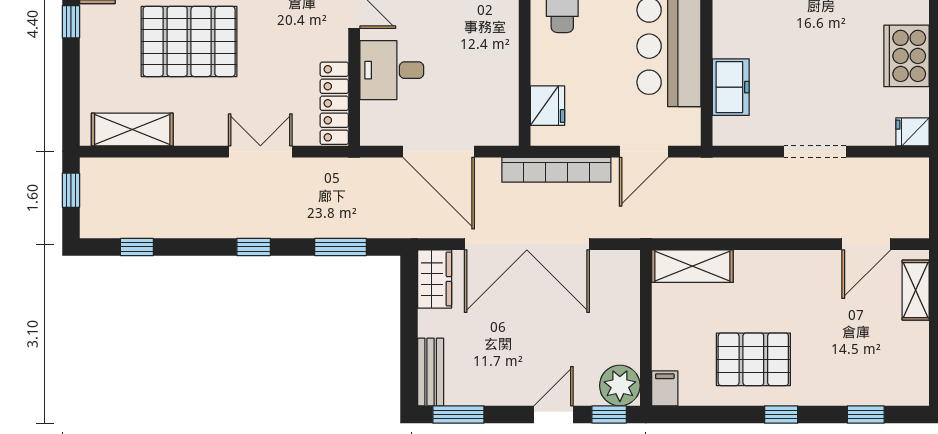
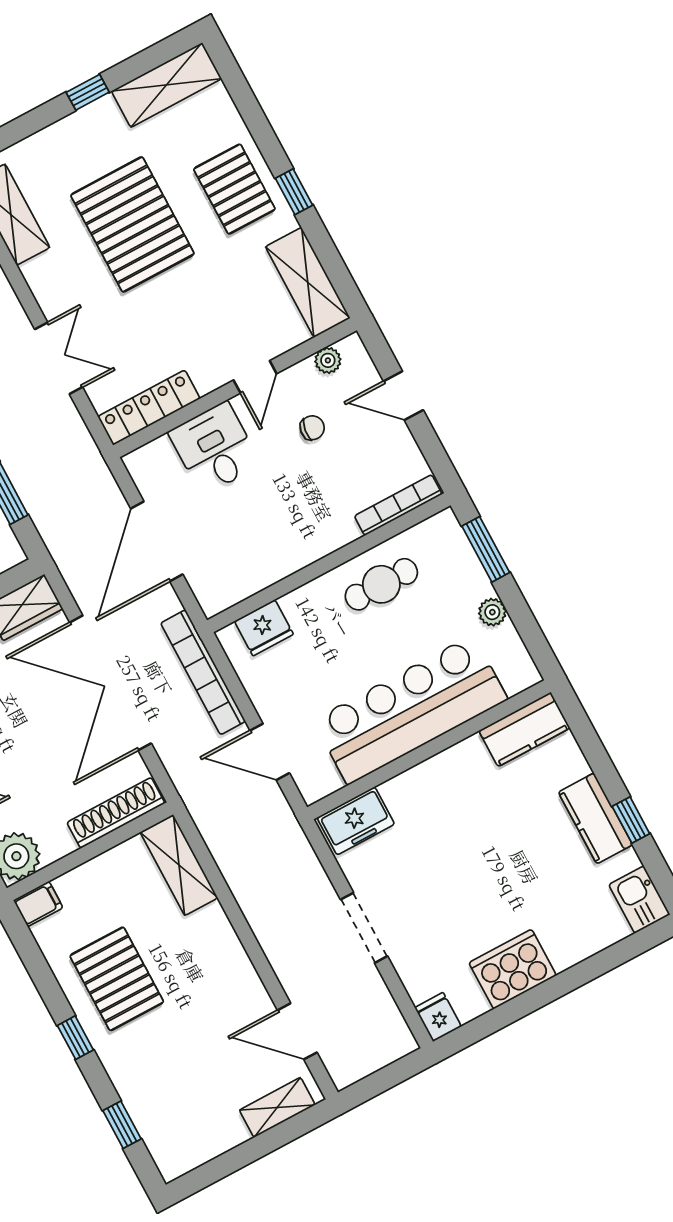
freezer: (731, 87) -> (356, 821), moved
shoe rack: (627, 293) -> (116, 813), added

